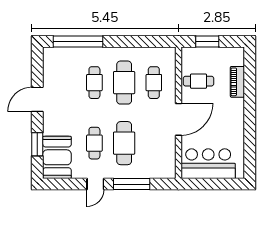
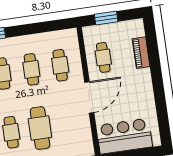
cafe table: (199, 81) -> (103, 57), turned 90
cafe table: (124, 83) -> (31, 69), width x0.73, depth x0.74

